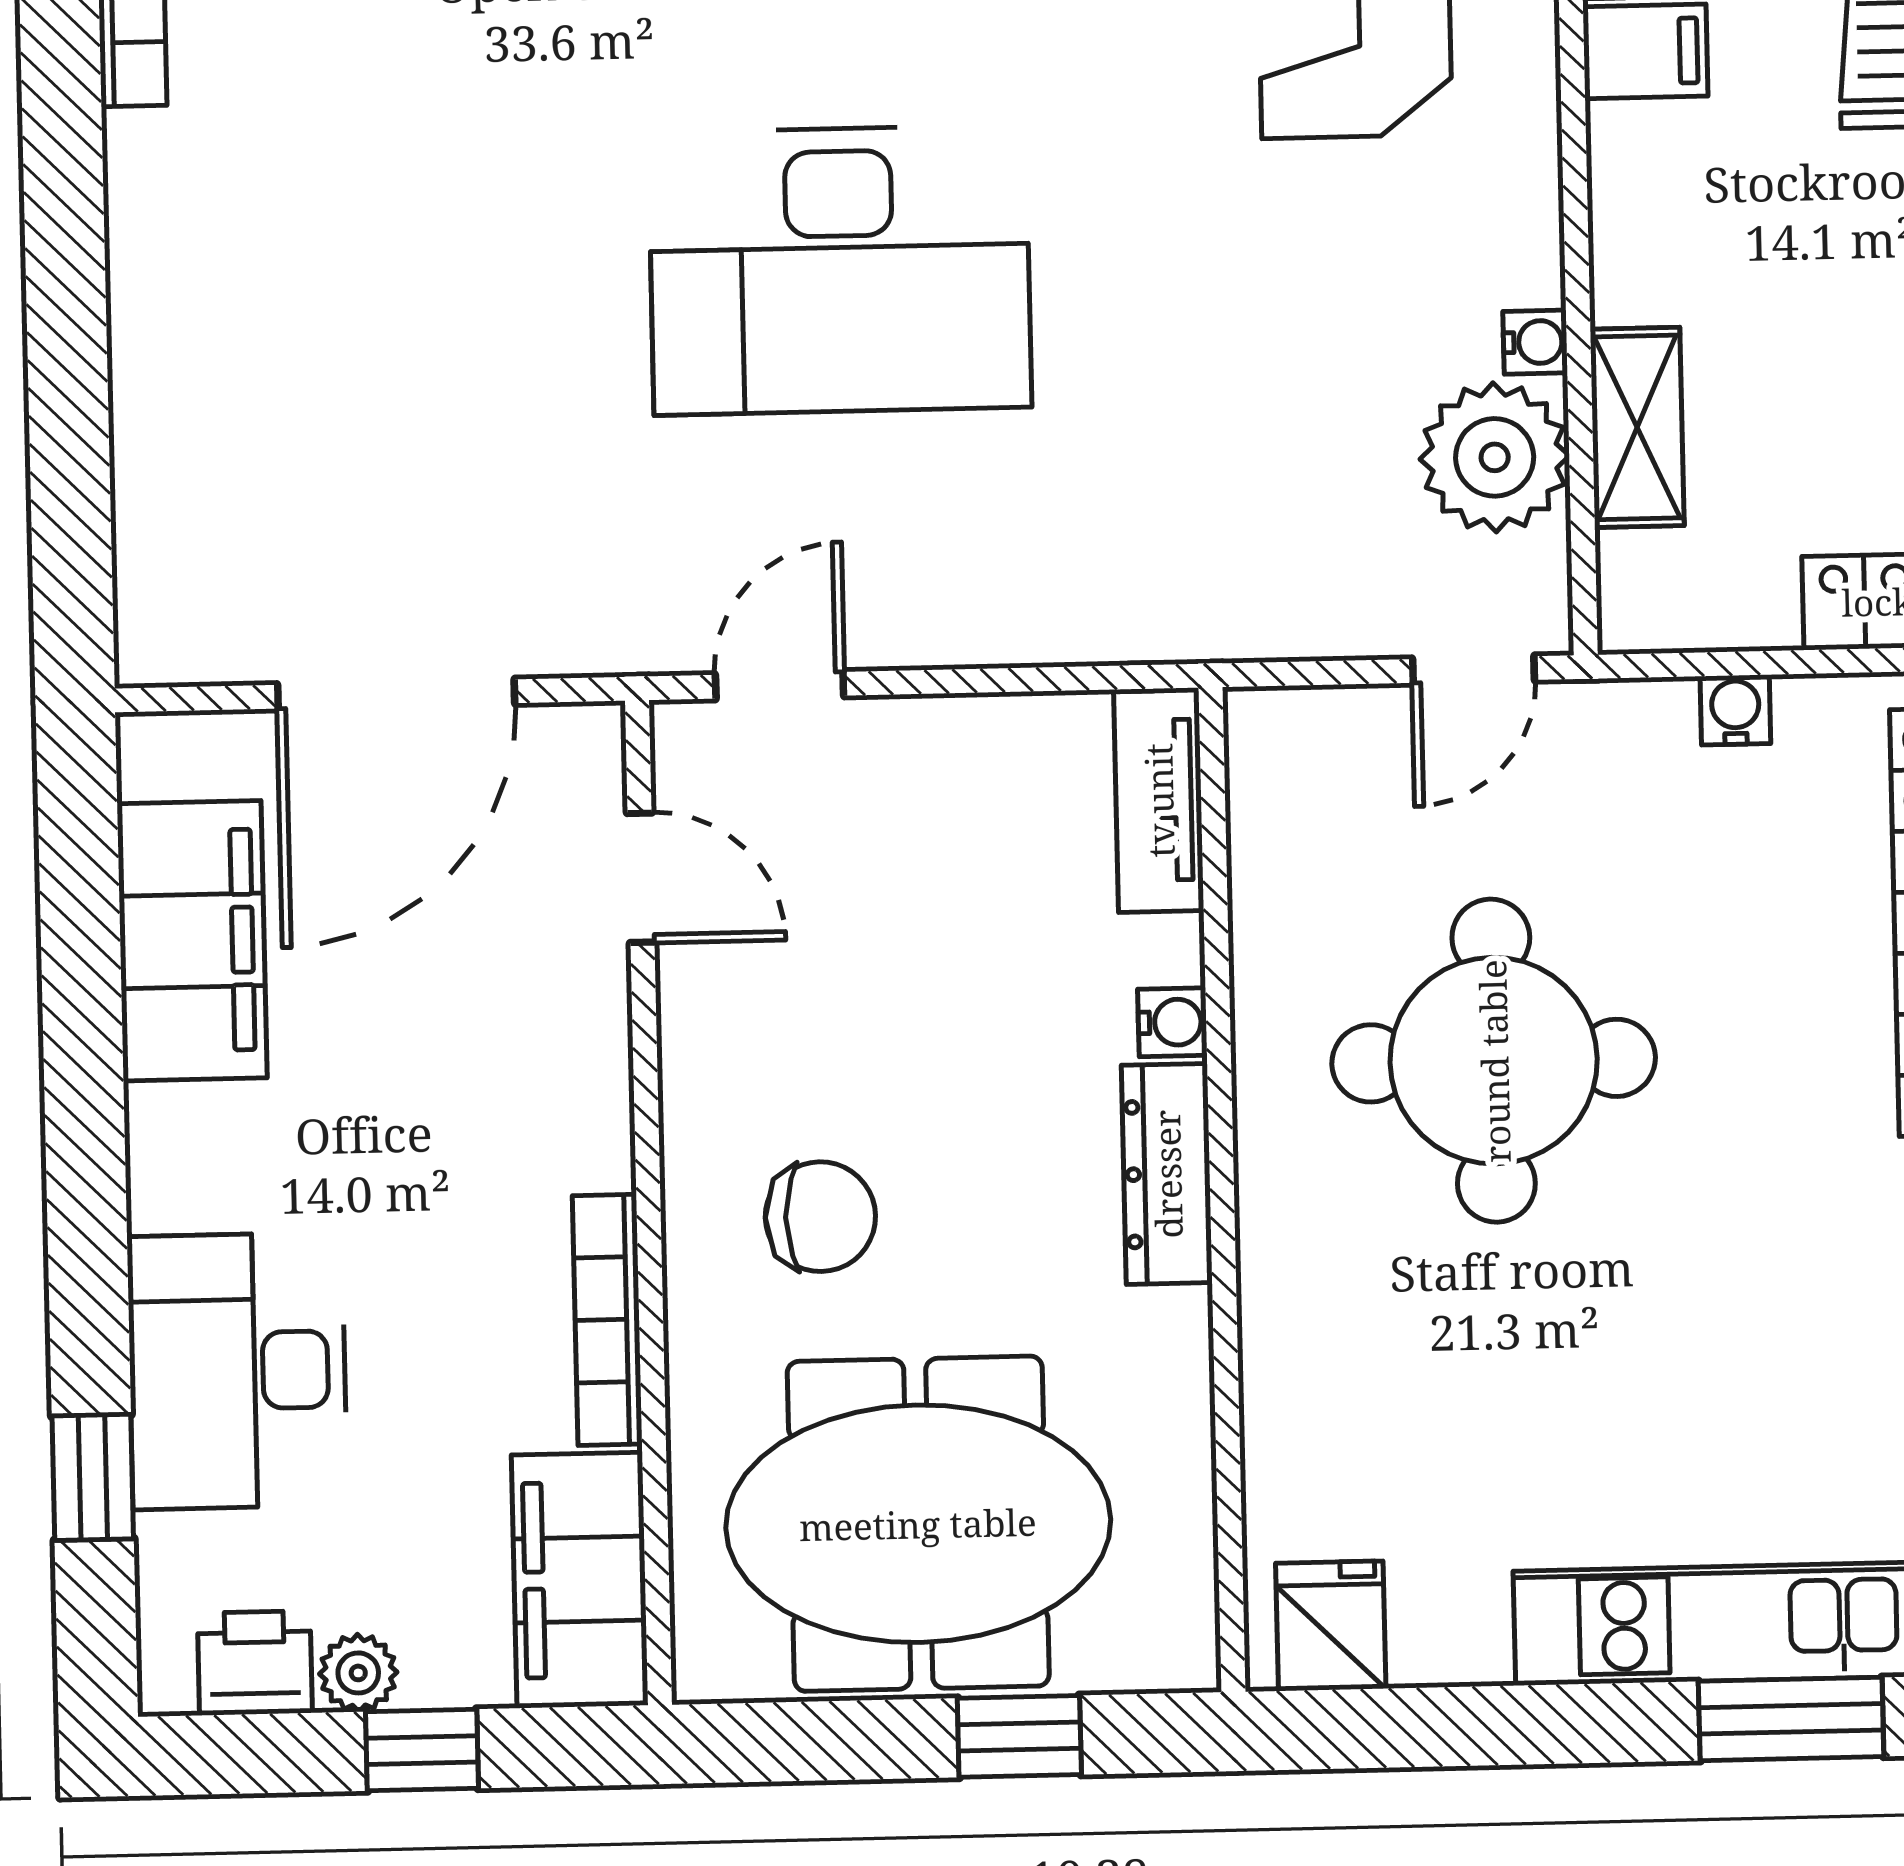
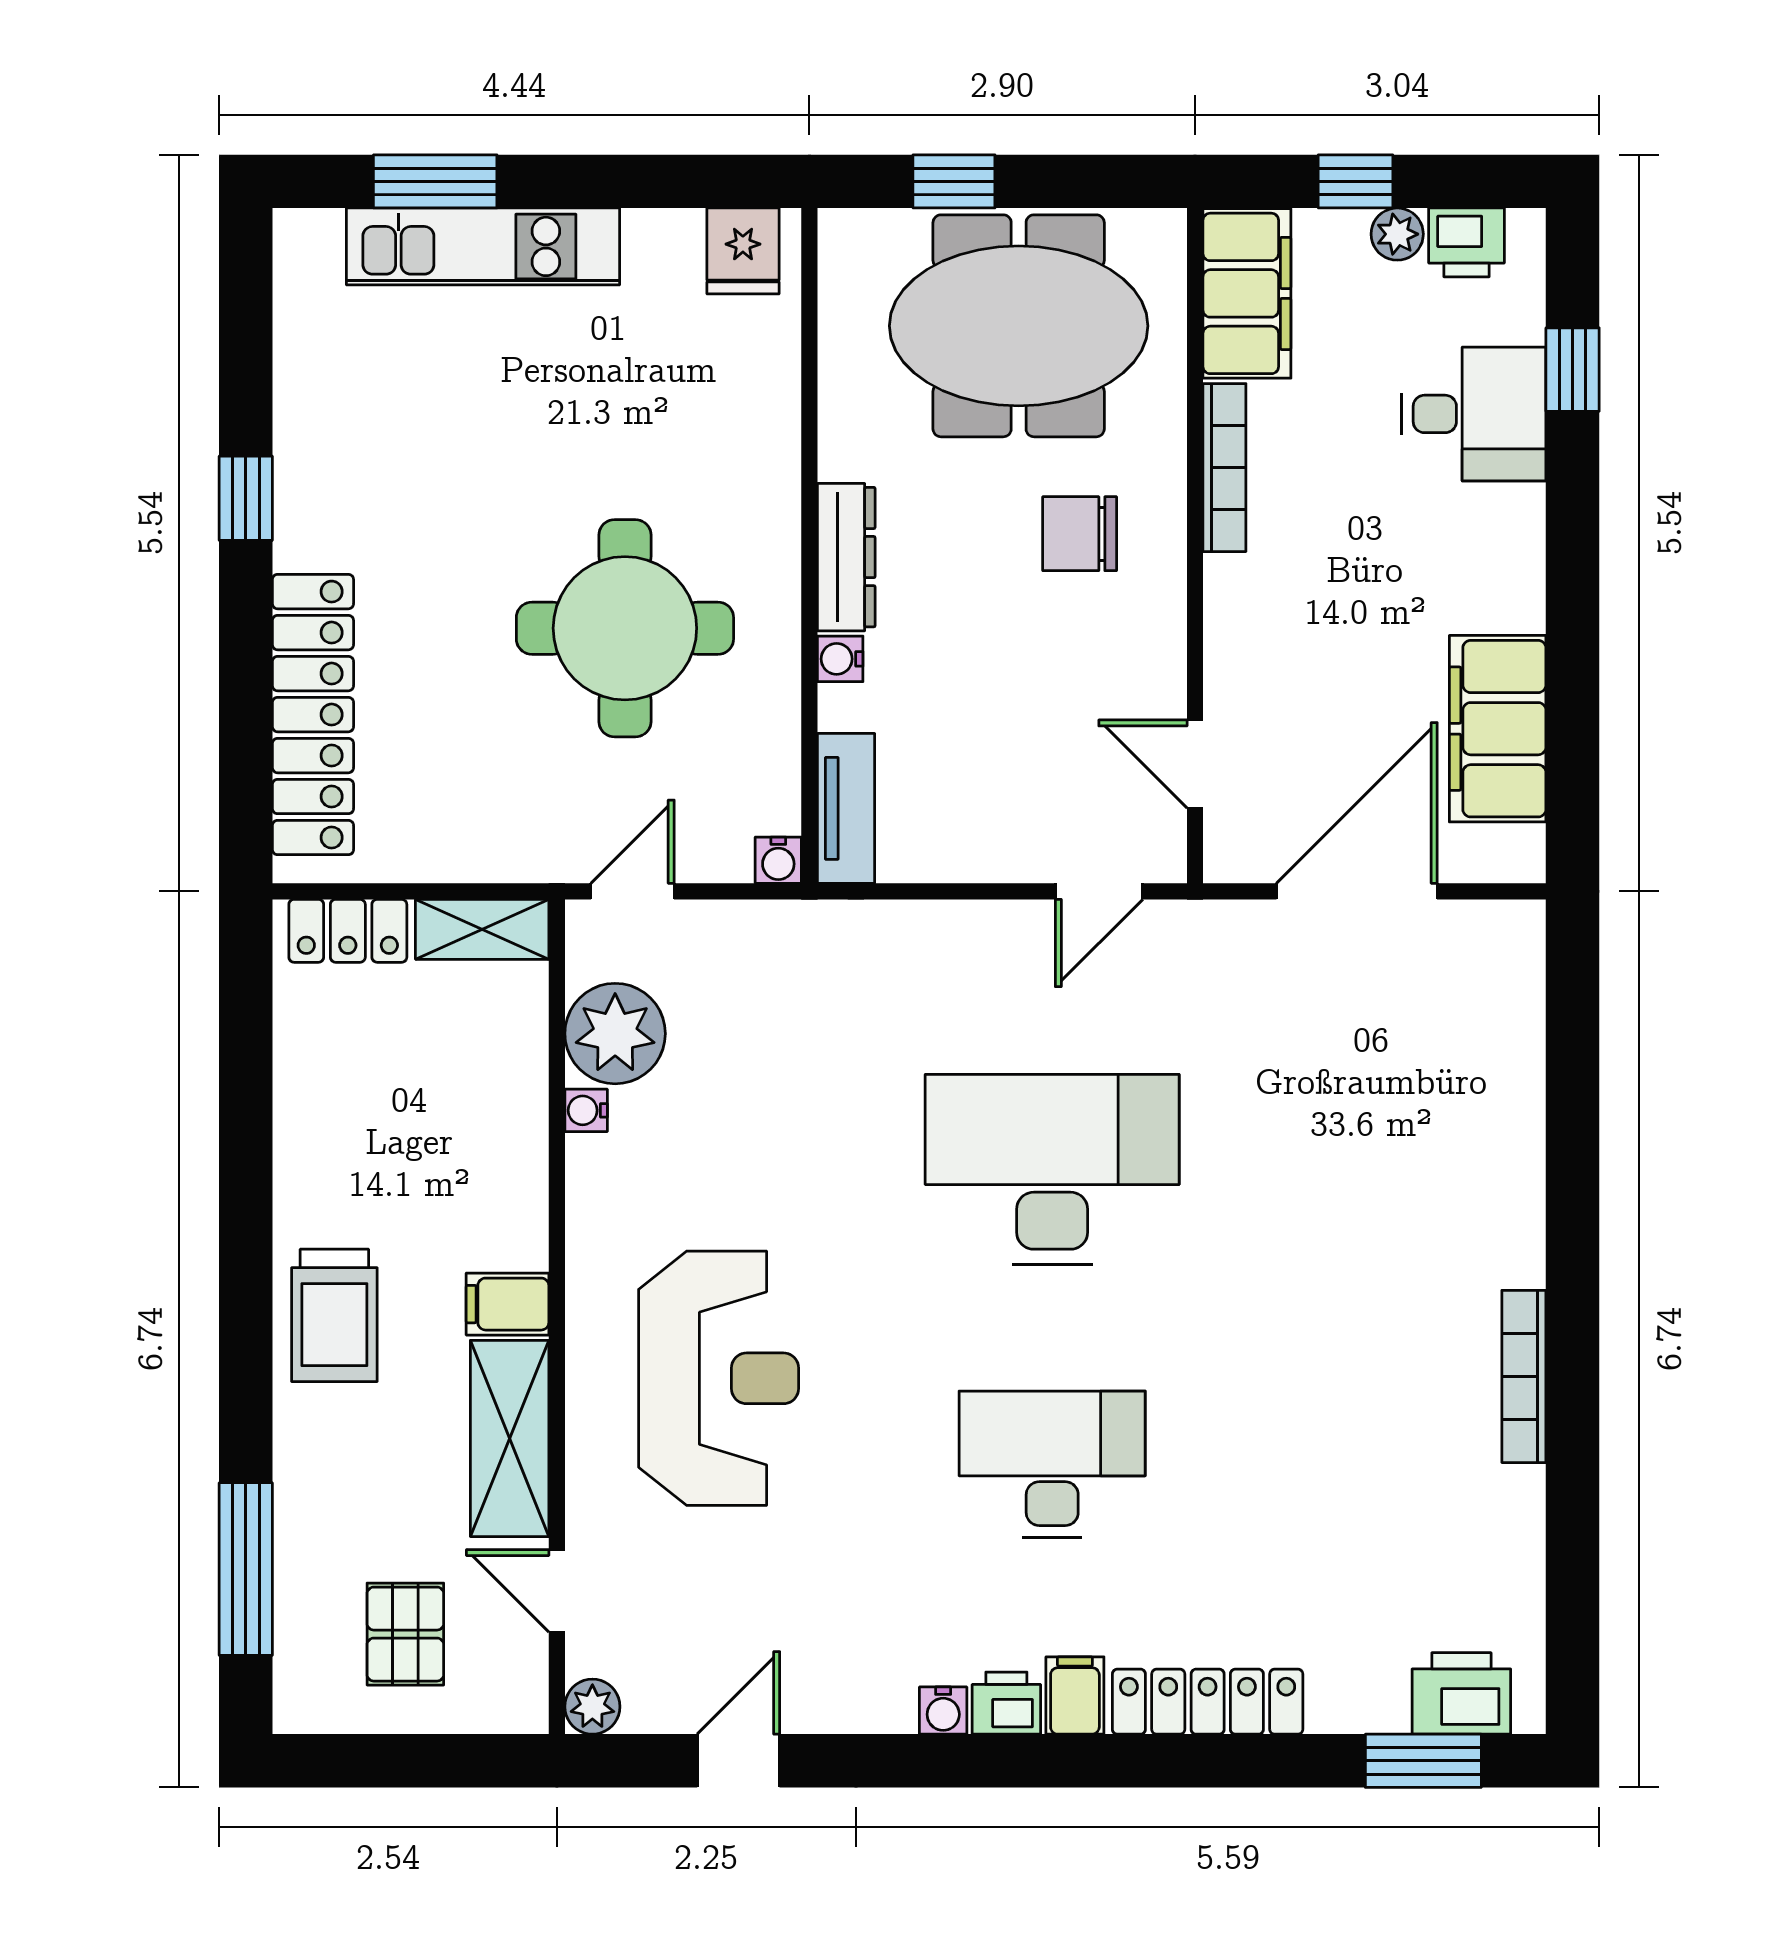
shelving: (1637, 427) -> (482, 929), moved, turned 90
water cooler: (1735, 710) -> (778, 860), moved
desk: (237, 1371) -> (1474, 414), width x0.73

